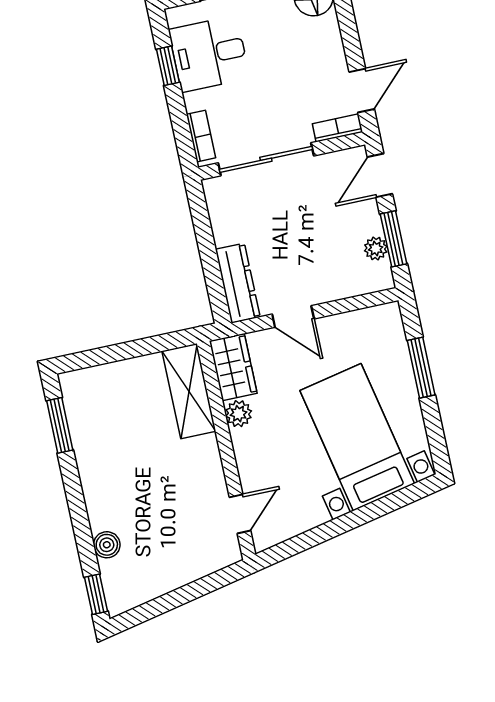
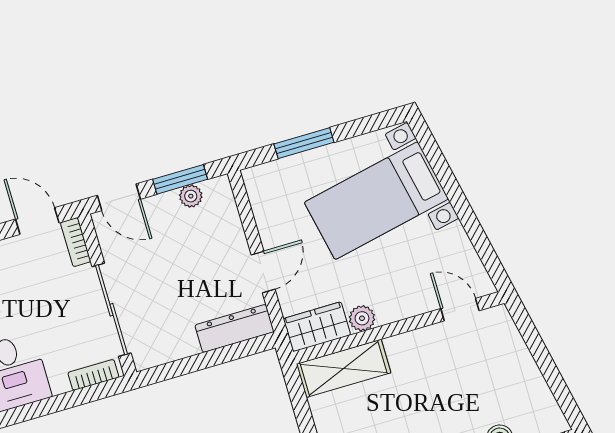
window: (168, 66) -> (27, 412), removed

